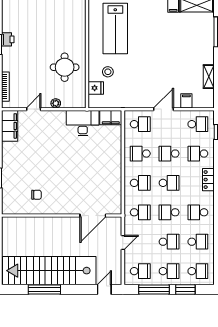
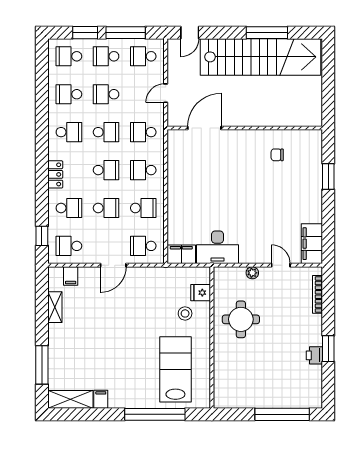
filing cabinet: (186, 101) -> (71, 276), moved
door: (34, 109) -> (281, 265), swing flipped
school desk: (169, 183) -> (106, 170), turned 180

